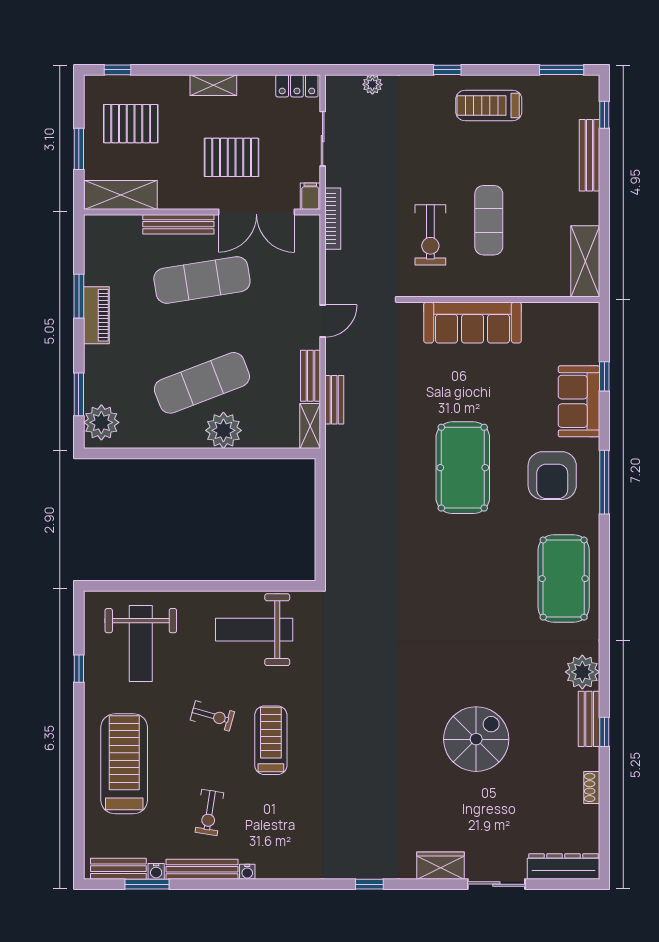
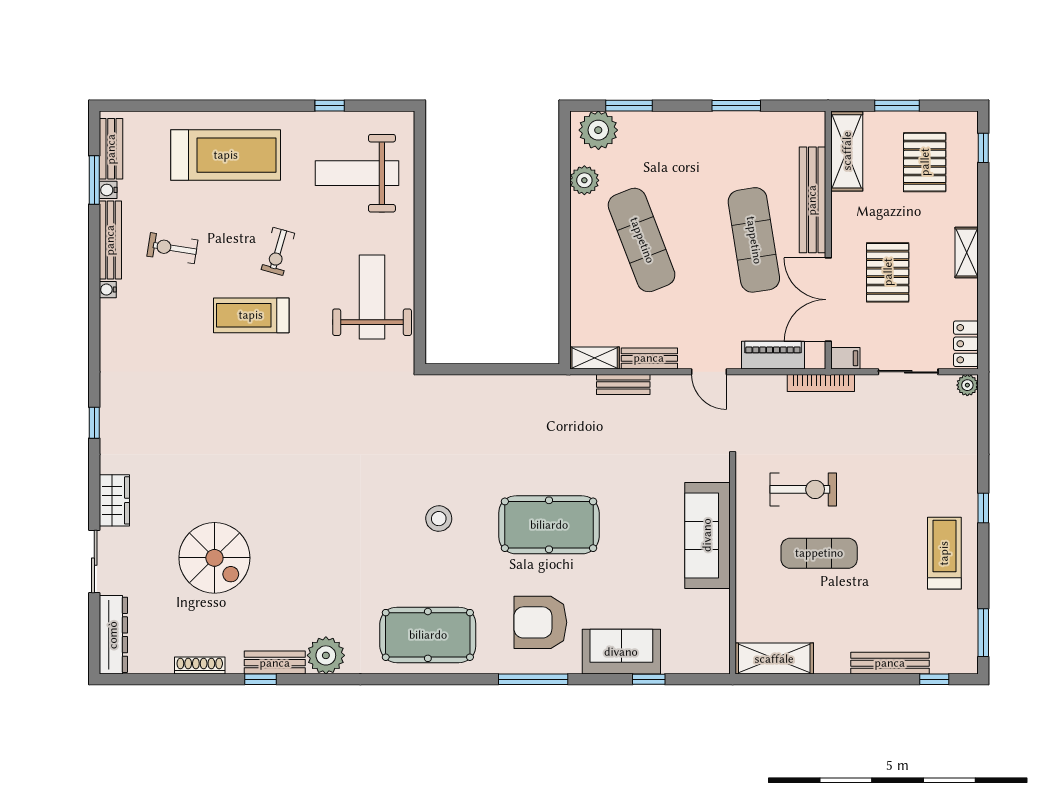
plant: (372, 84) -> (967, 385), moved
bench: (178, 224) -> (812, 200), width x1.37, depth x1.21
exercise bike: (430, 235) -> (803, 489), turned 180
piano: (96, 315) -> (773, 355), moved, turned 180
plant: (223, 430) -> (584, 180), moved, width x0.73, depth x0.73
stool: (457, 569) -> (439, 519), added
spiral stairs: (476, 739) -> (214, 558), moved
treadmill: (271, 740) -> (251, 315), turned 180
shoe rack: (592, 787) -> (200, 666), width x1.43

